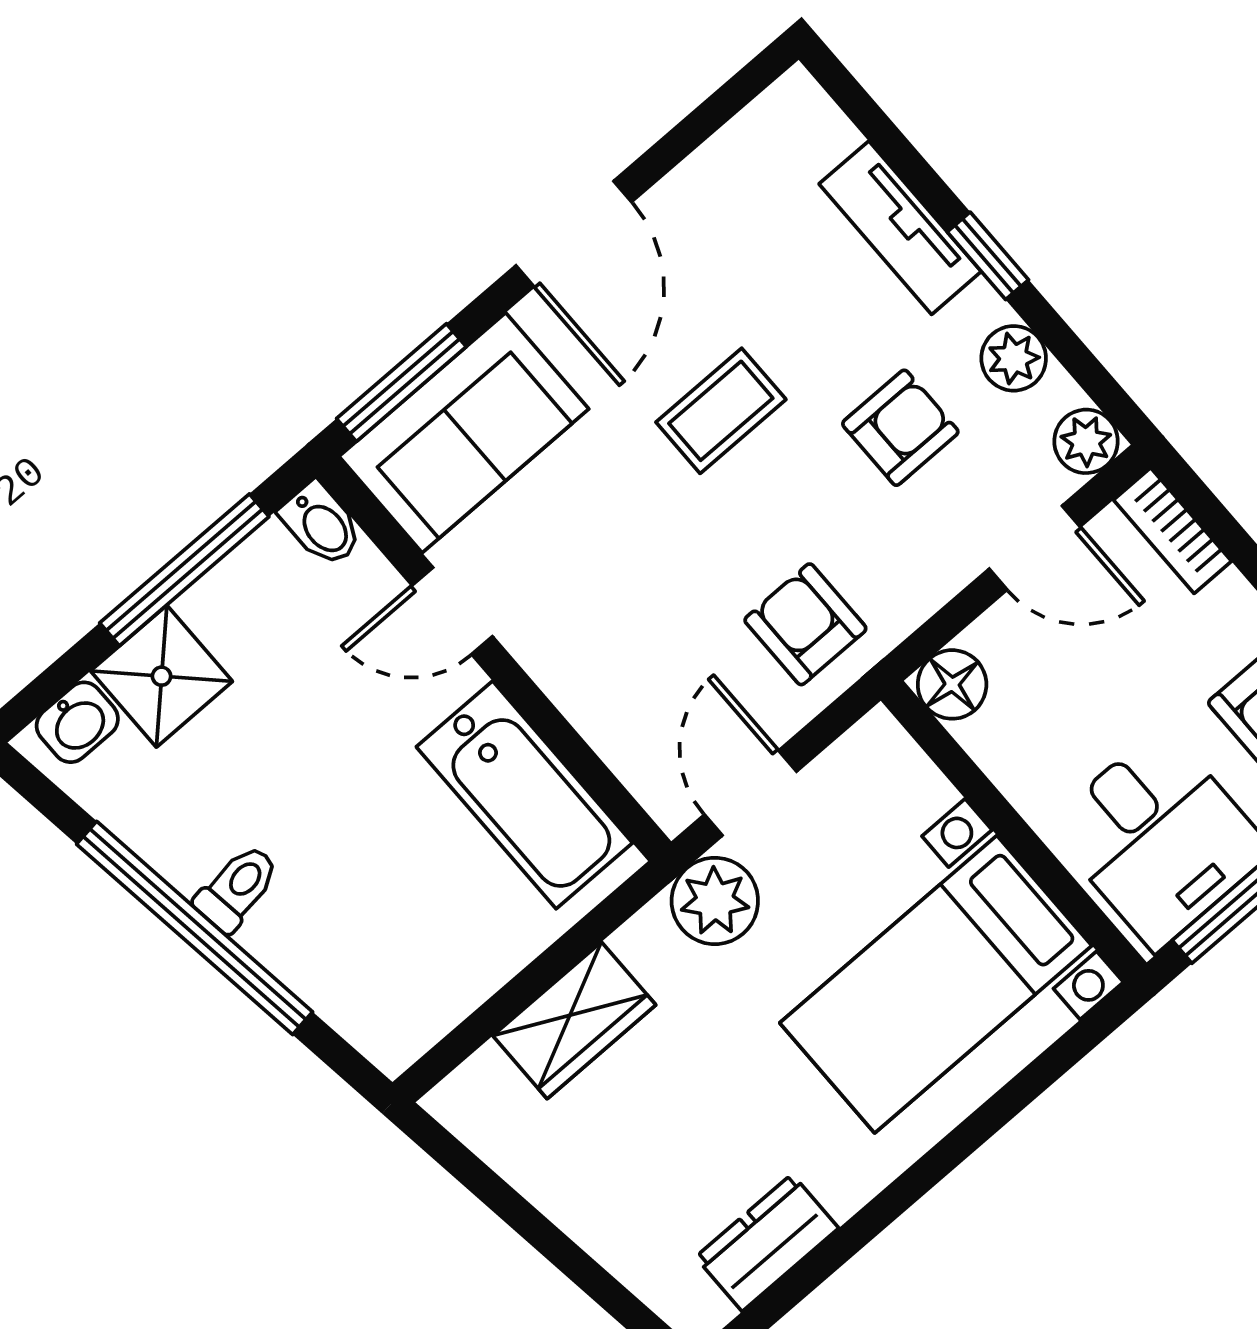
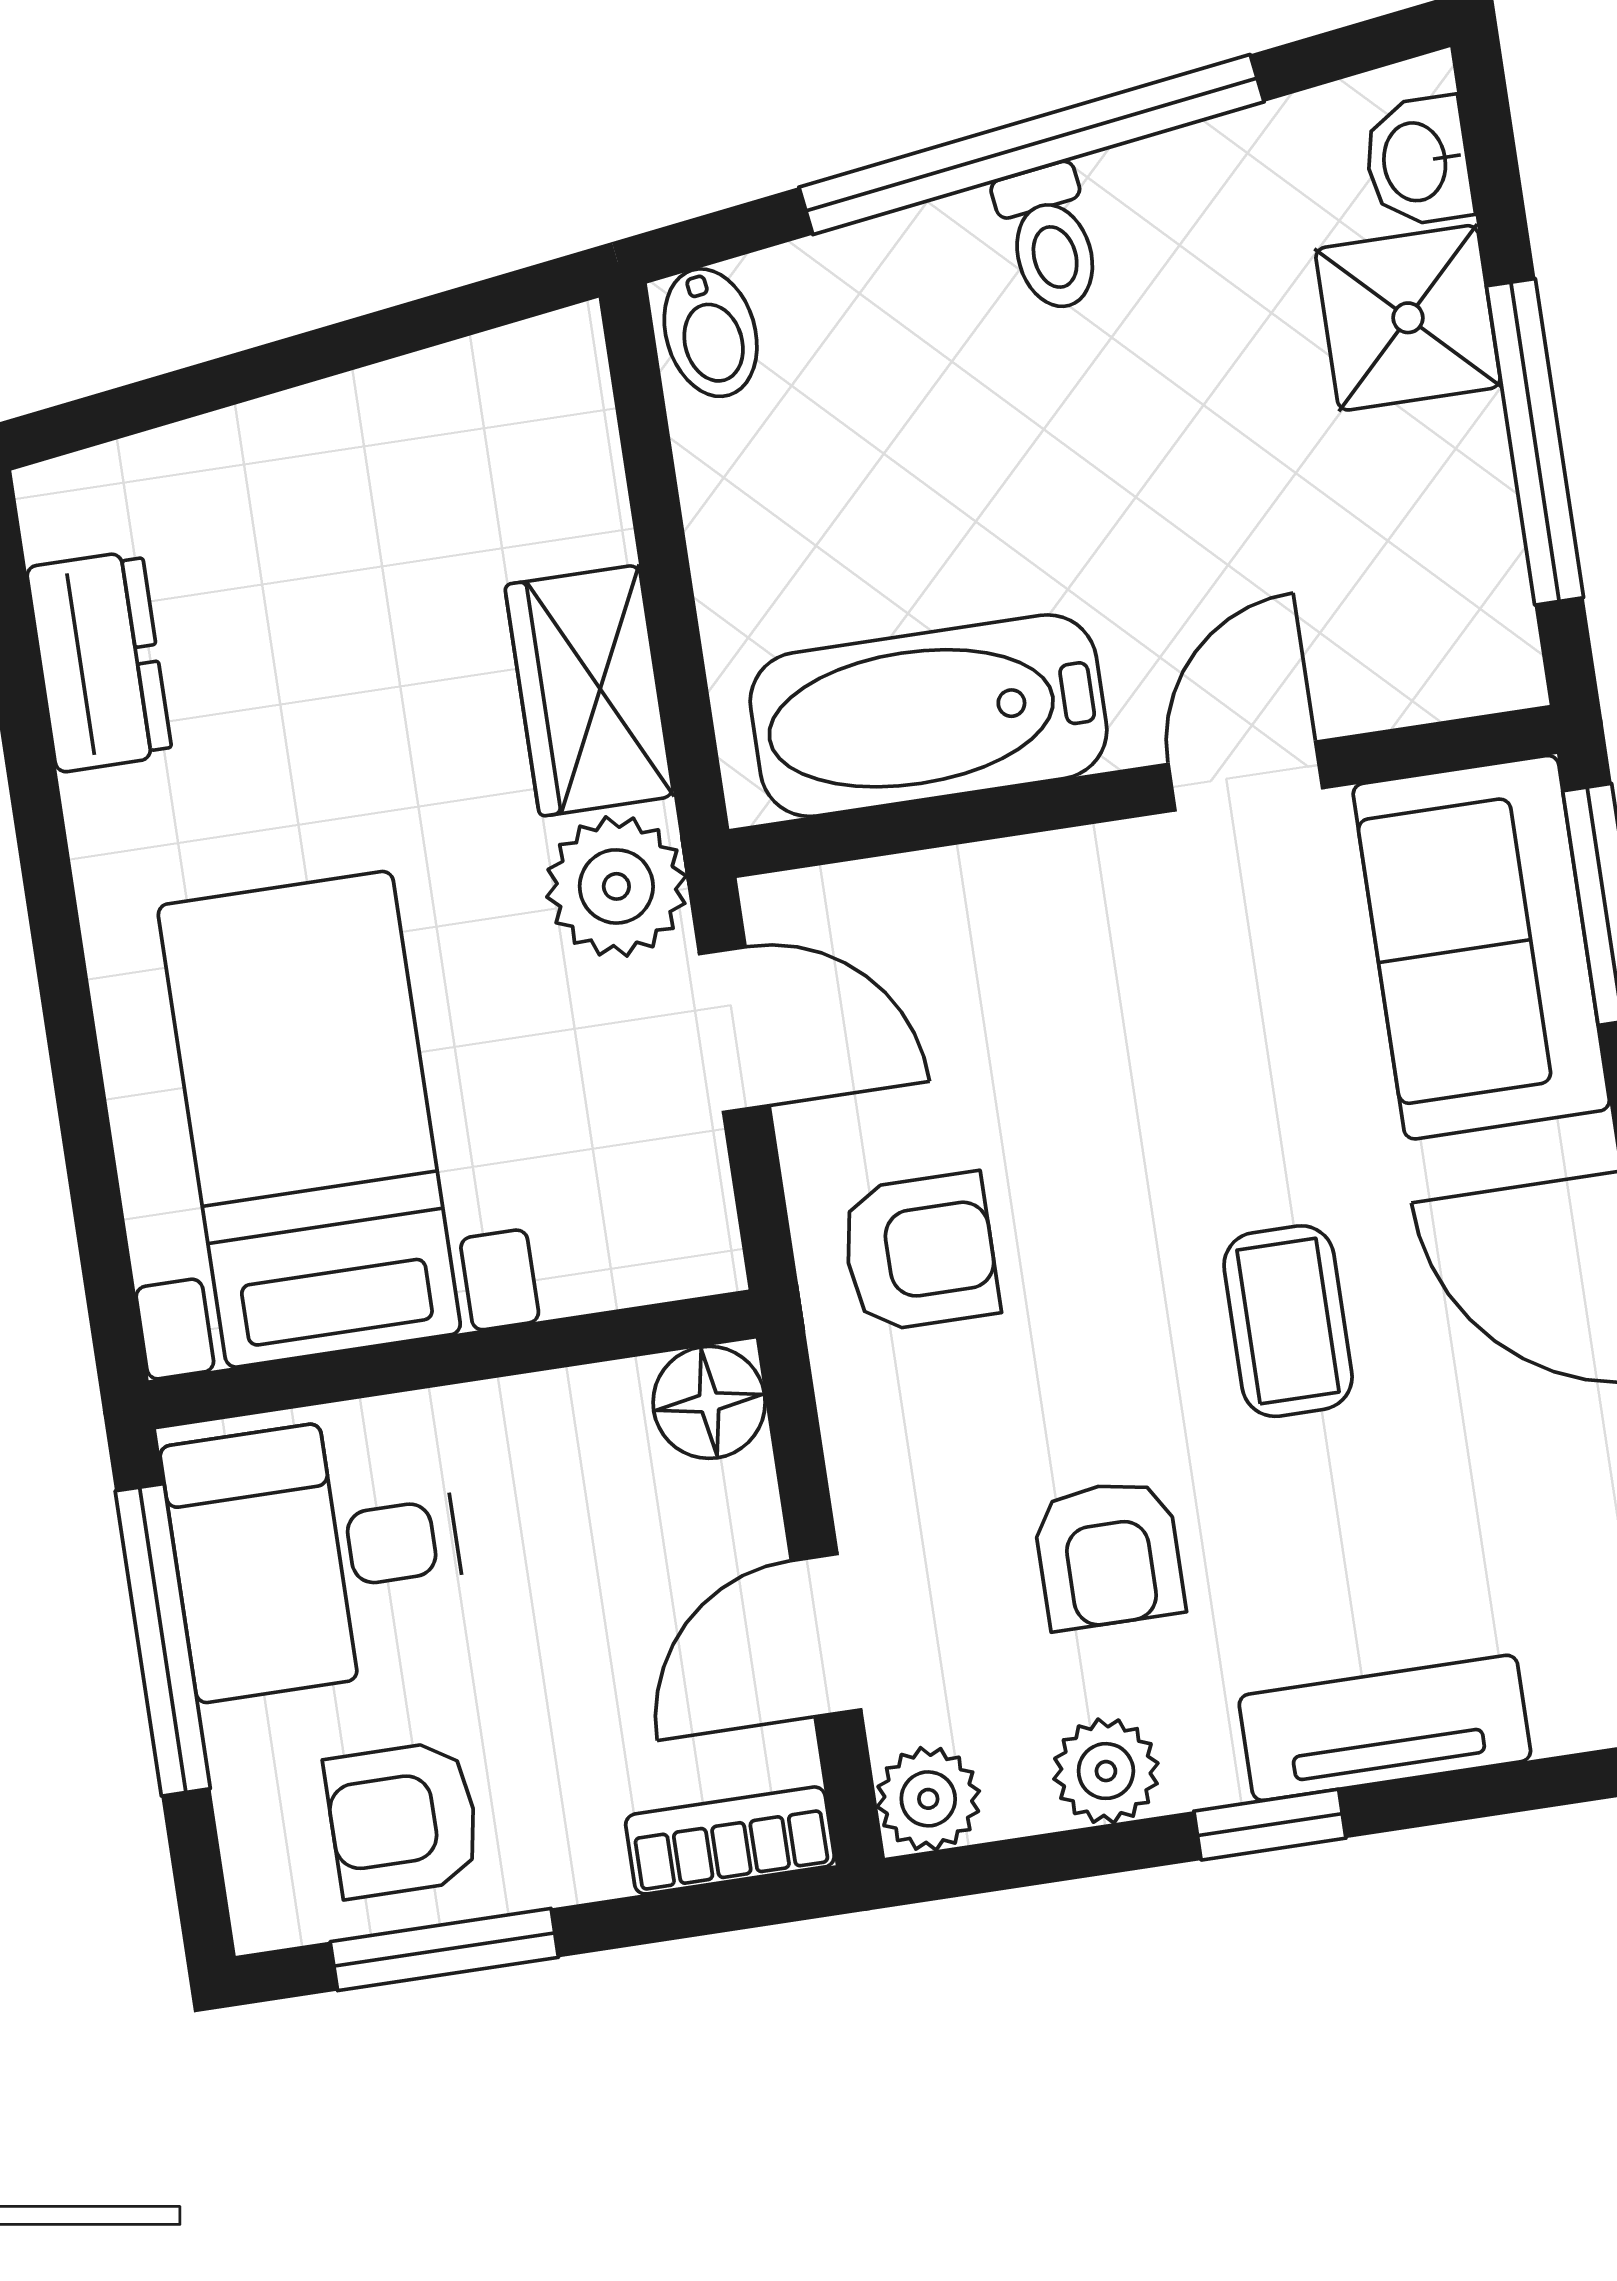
bidet: (322, 524) -> (711, 333), moved, turned -98
wardrobe: (574, 1020) -> (589, 691), moved

